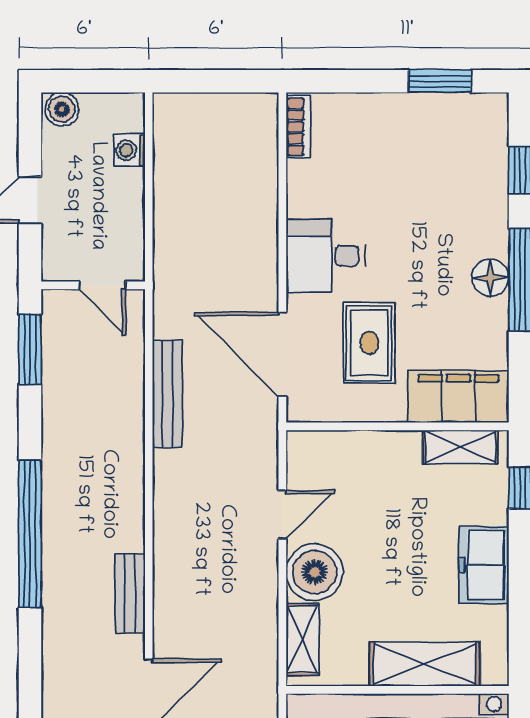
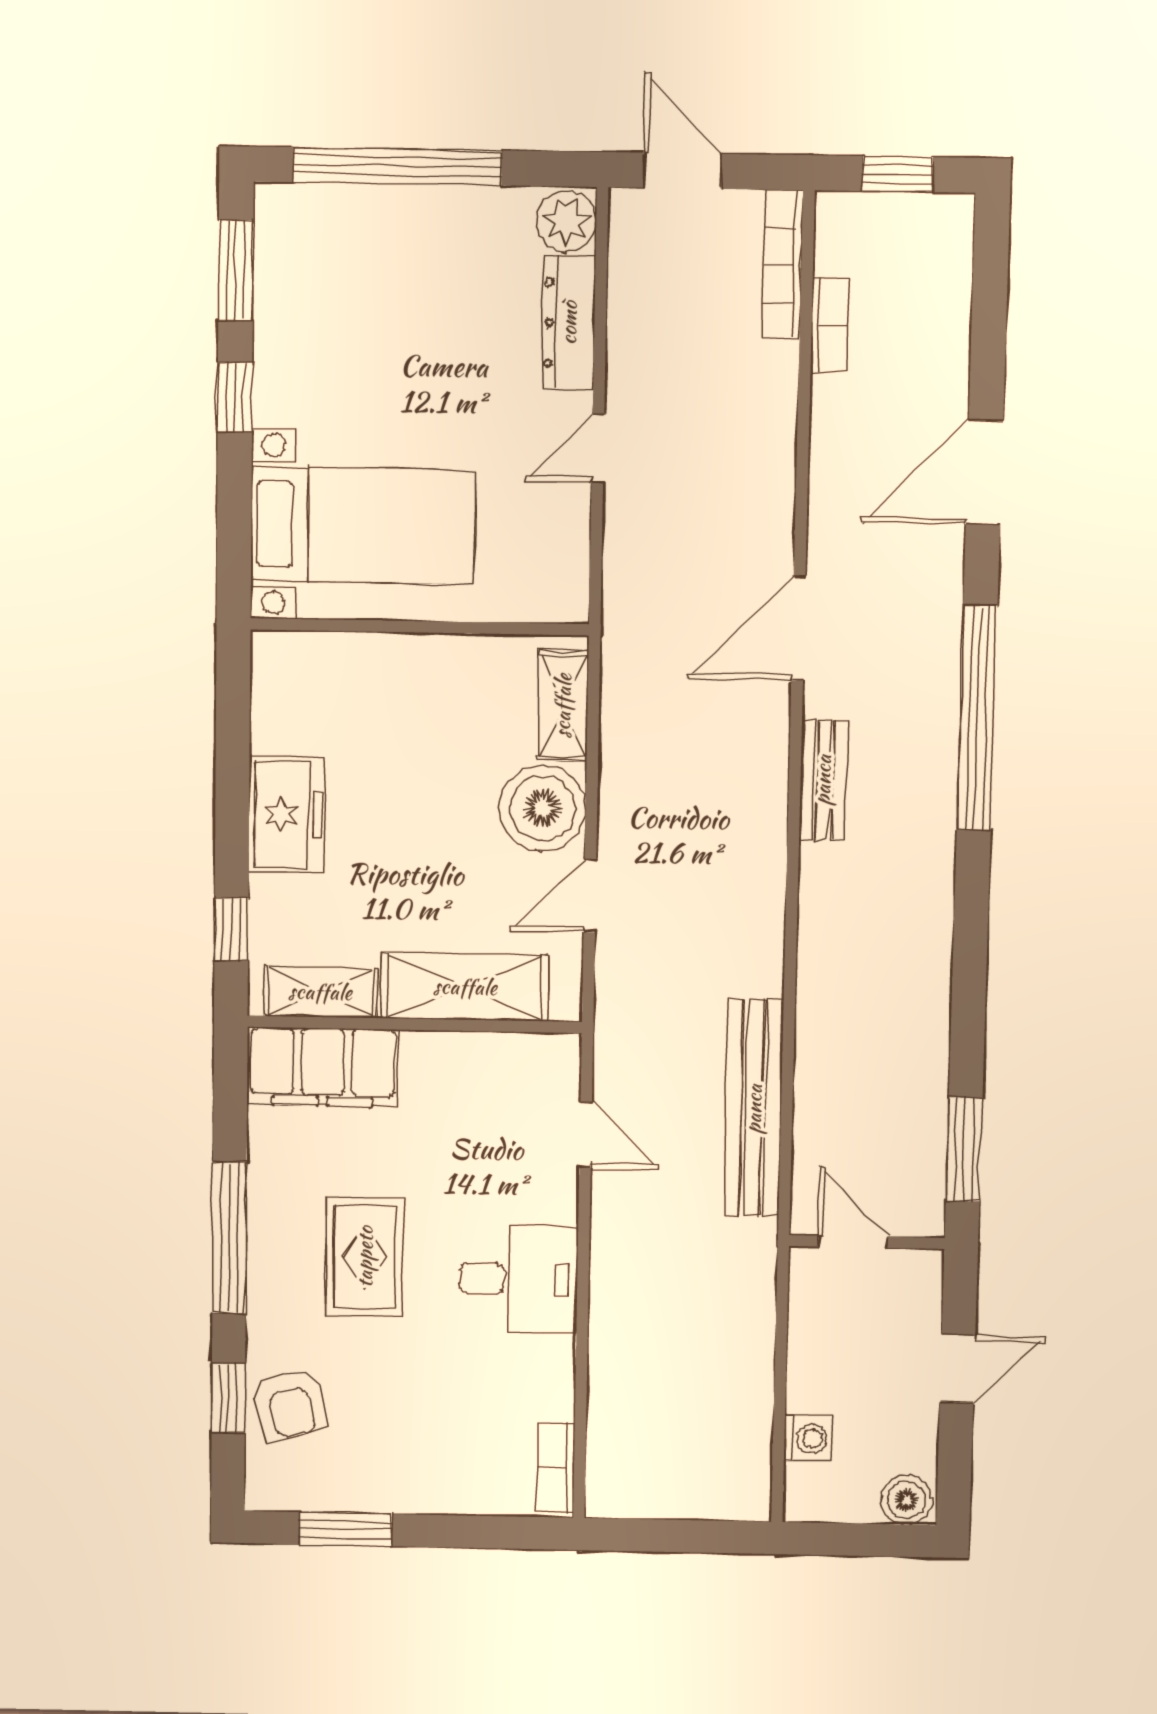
armchair: (478, 167) -> (290, 1404), added
floor lamp: (490, 278) -> (273, 1242), removed
rug: (369, 343) -> (365, 1257), moved
door: (282, 354) -> (586, 1135), width x0.53
bench: (167, 394) -> (754, 1109), width x1.37, depth x1.21
window: (30, 534) -> (977, 718), moved
shelving: (425, 664) -> (465, 987), moved

